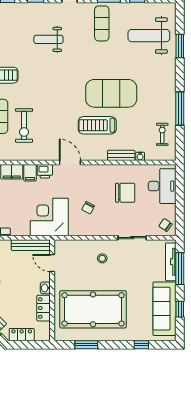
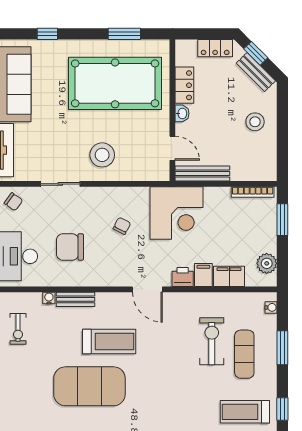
stool: (102, 258) -> (102, 155), width x1.89, depth x1.89

